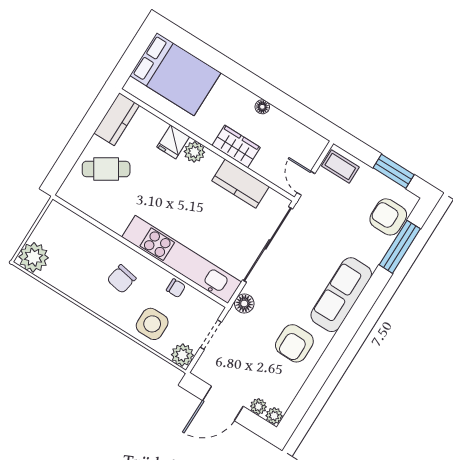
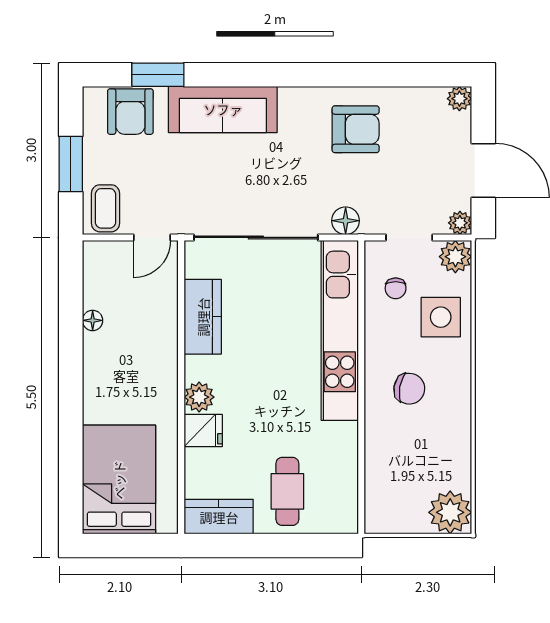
floor lamp: (262, 107) -> (93, 320), moved
wardrobe: (236, 146) -> (161, 350), removed
cafe table: (106, 169) -> (287, 491), turned 32
window: (394, 171) -> (71, 164), moved
window: (400, 247) -> (158, 75), width x0.69
chair: (176, 288) -> (396, 288), moved, turned 180
sofa: (341, 295) -> (223, 109), moved
plant: (258, 406) -> (460, 223), moved

